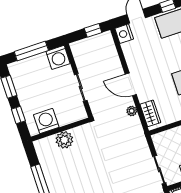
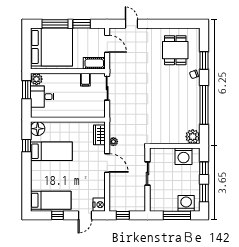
washing machine: (58, 57) -> (186, 203), moved
plant: (64, 140) -> (193, 137), moved

